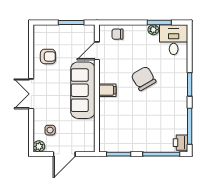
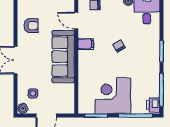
door: (97, 51) -> (76, 20), hinge flipped
chair: (144, 78) -> (119, 46), width x0.54, depth x0.54
filing cabinet: (107, 90) -> (86, 44), moved
corner desk: (137, 133) -> (113, 96), added

